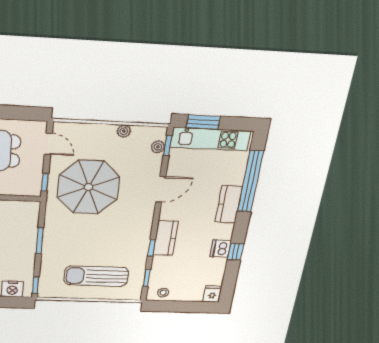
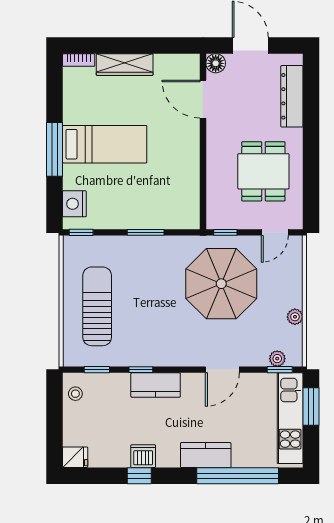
door: (161, 189) -> (222, 370), hinge flipped

